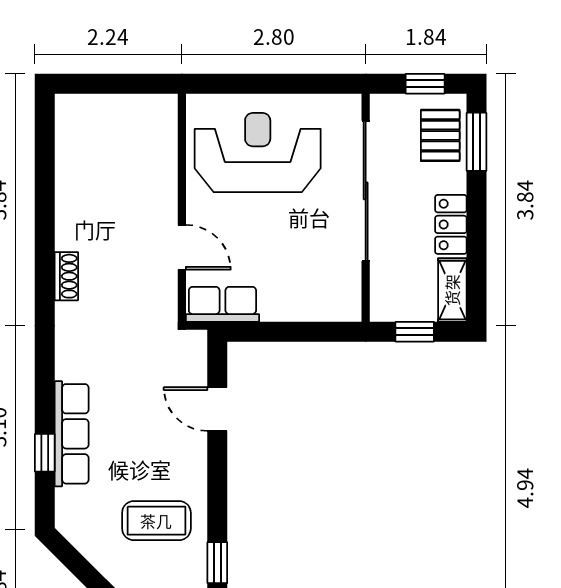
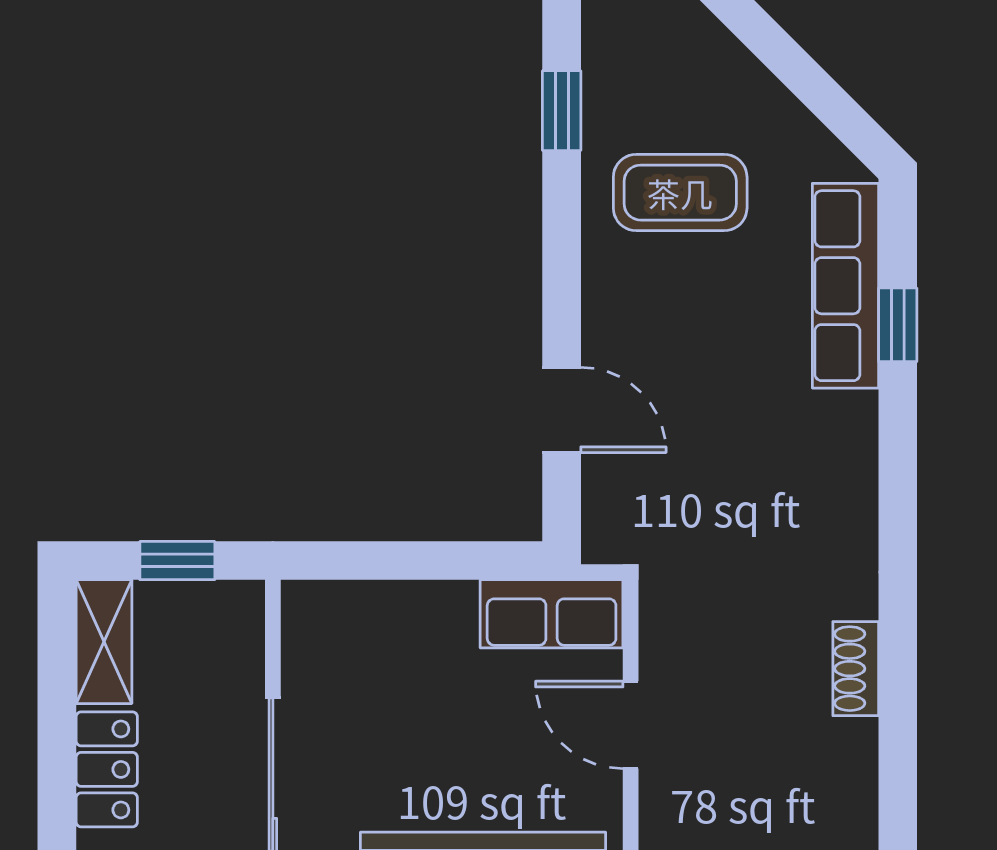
row of seats: (72, 434) -> (845, 286), moved

